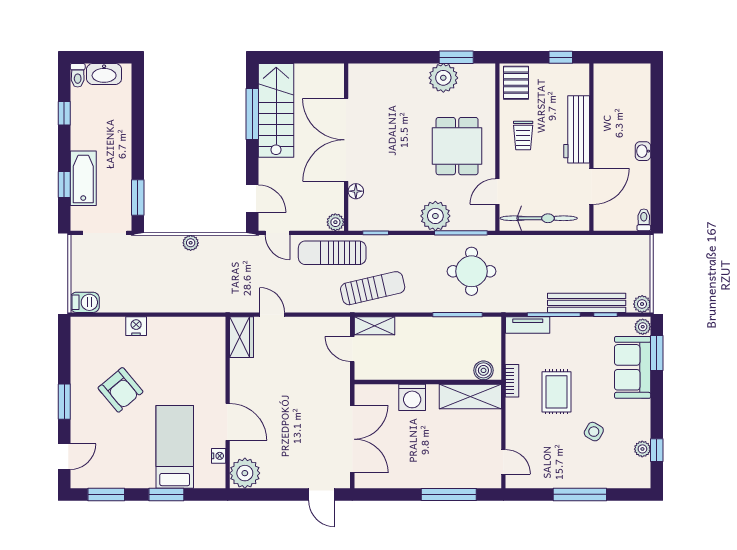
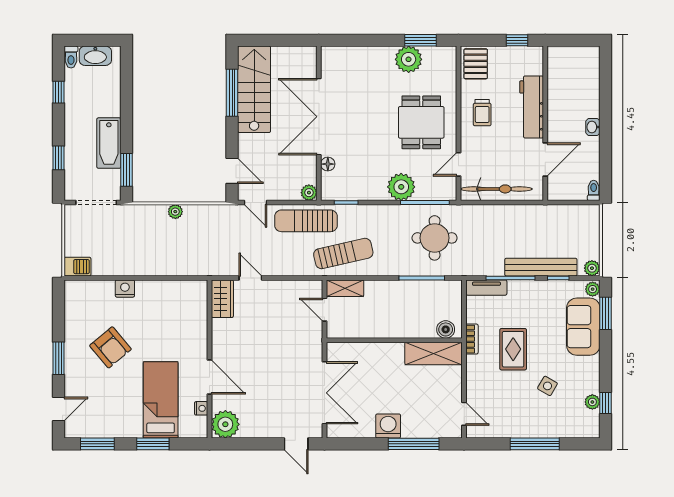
bathtub: (83, 178) -> (109, 143), moved, turned 180
washing machine: (412, 397) -> (388, 426), moved, turned 180

